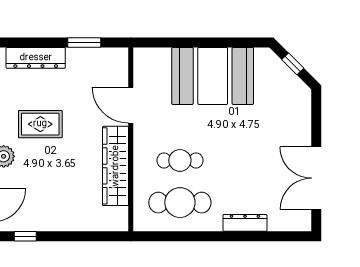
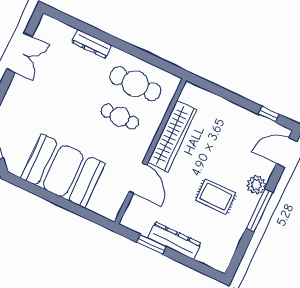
dresser: (36, 58) -> (174, 241), moved
double door: (316, 178) -> (20, 53), width x0.73

